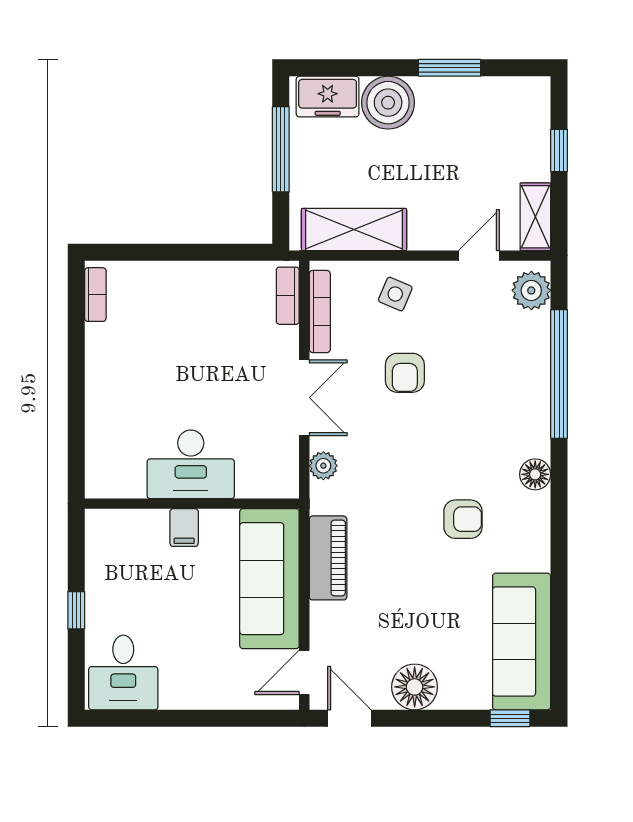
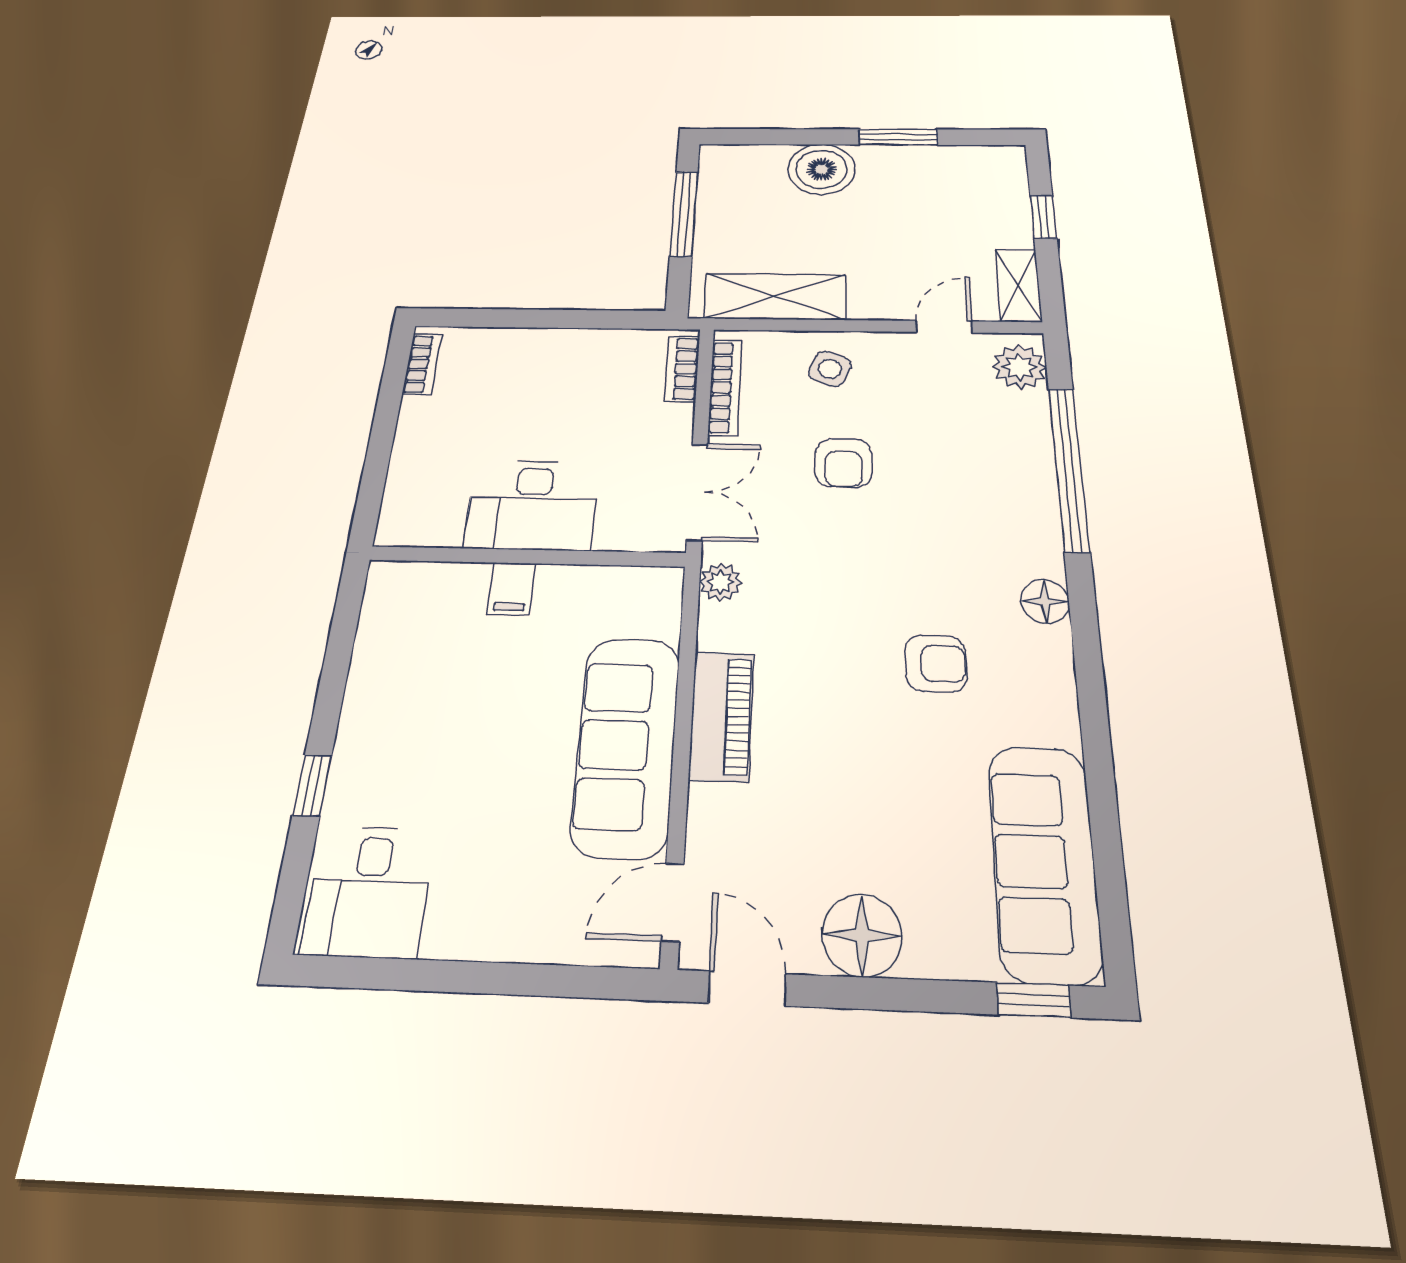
freezer: (328, 97) -> (746, 163), removed
desk: (191, 464) -> (532, 505), moved
wall: (192, 504) -> (527, 556), moved
filing cabinet: (184, 528) -> (511, 589), moved

